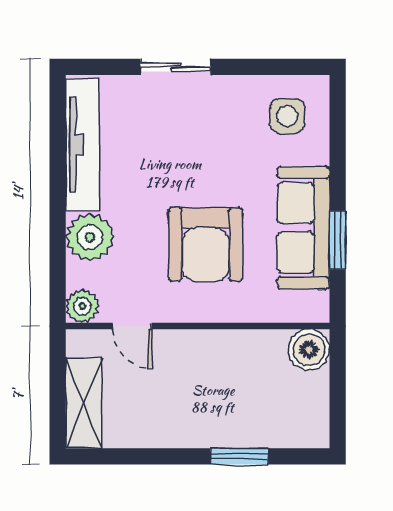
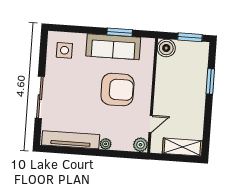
sliding door: (175, 67) -> (40, 97), width x1.37
plant: (90, 237) -> (106, 144), width x0.53, depth x0.53
window: (338, 403) -> (190, 37), added

